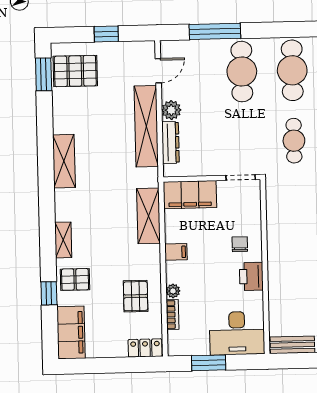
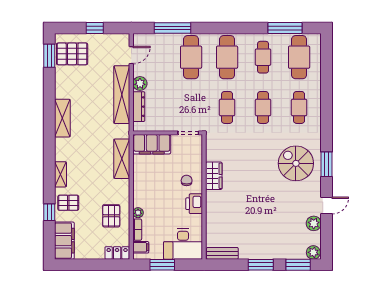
wardrobe: (278, 237) -> (214, 176), added
filing cabinet: (176, 252) -> (141, 247), moved

